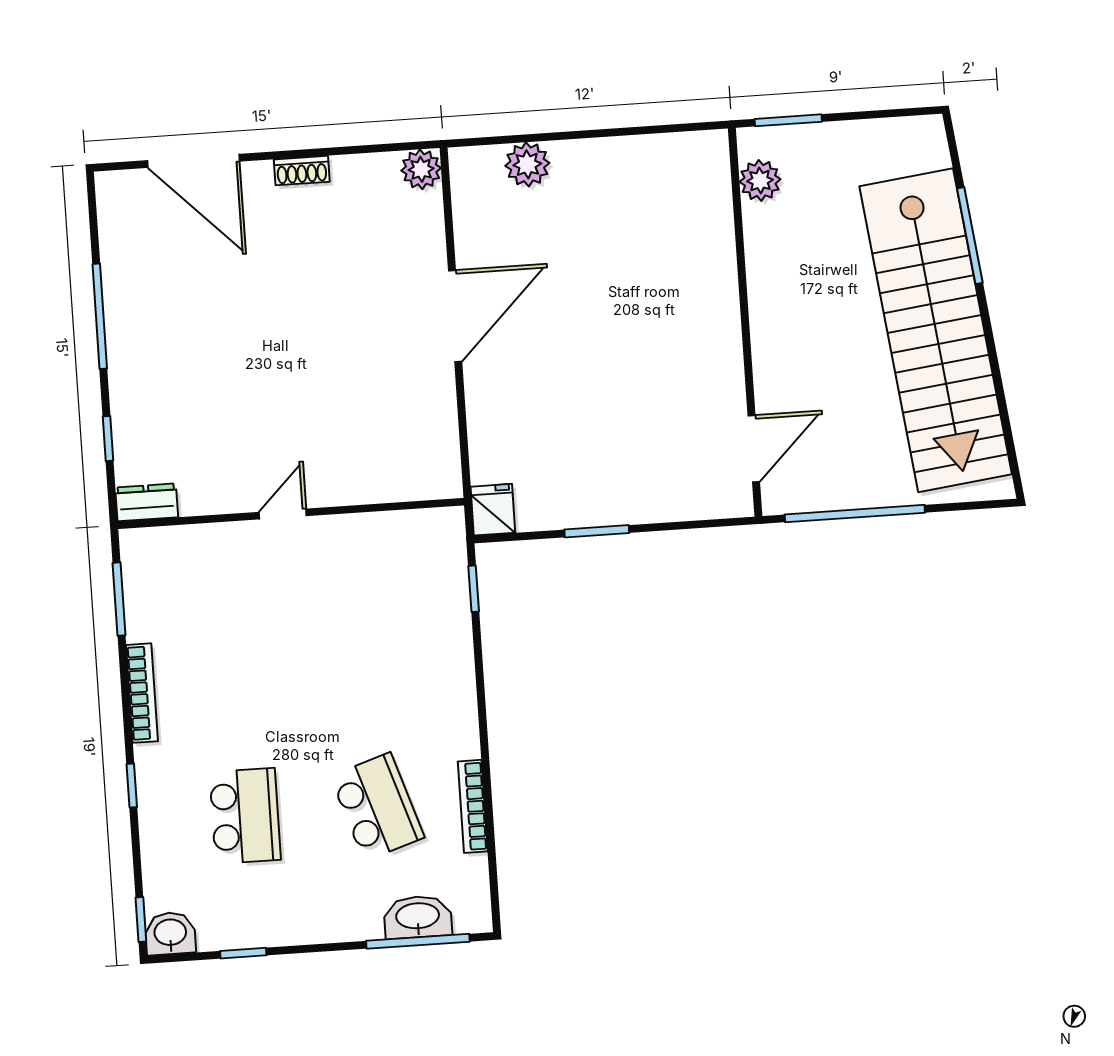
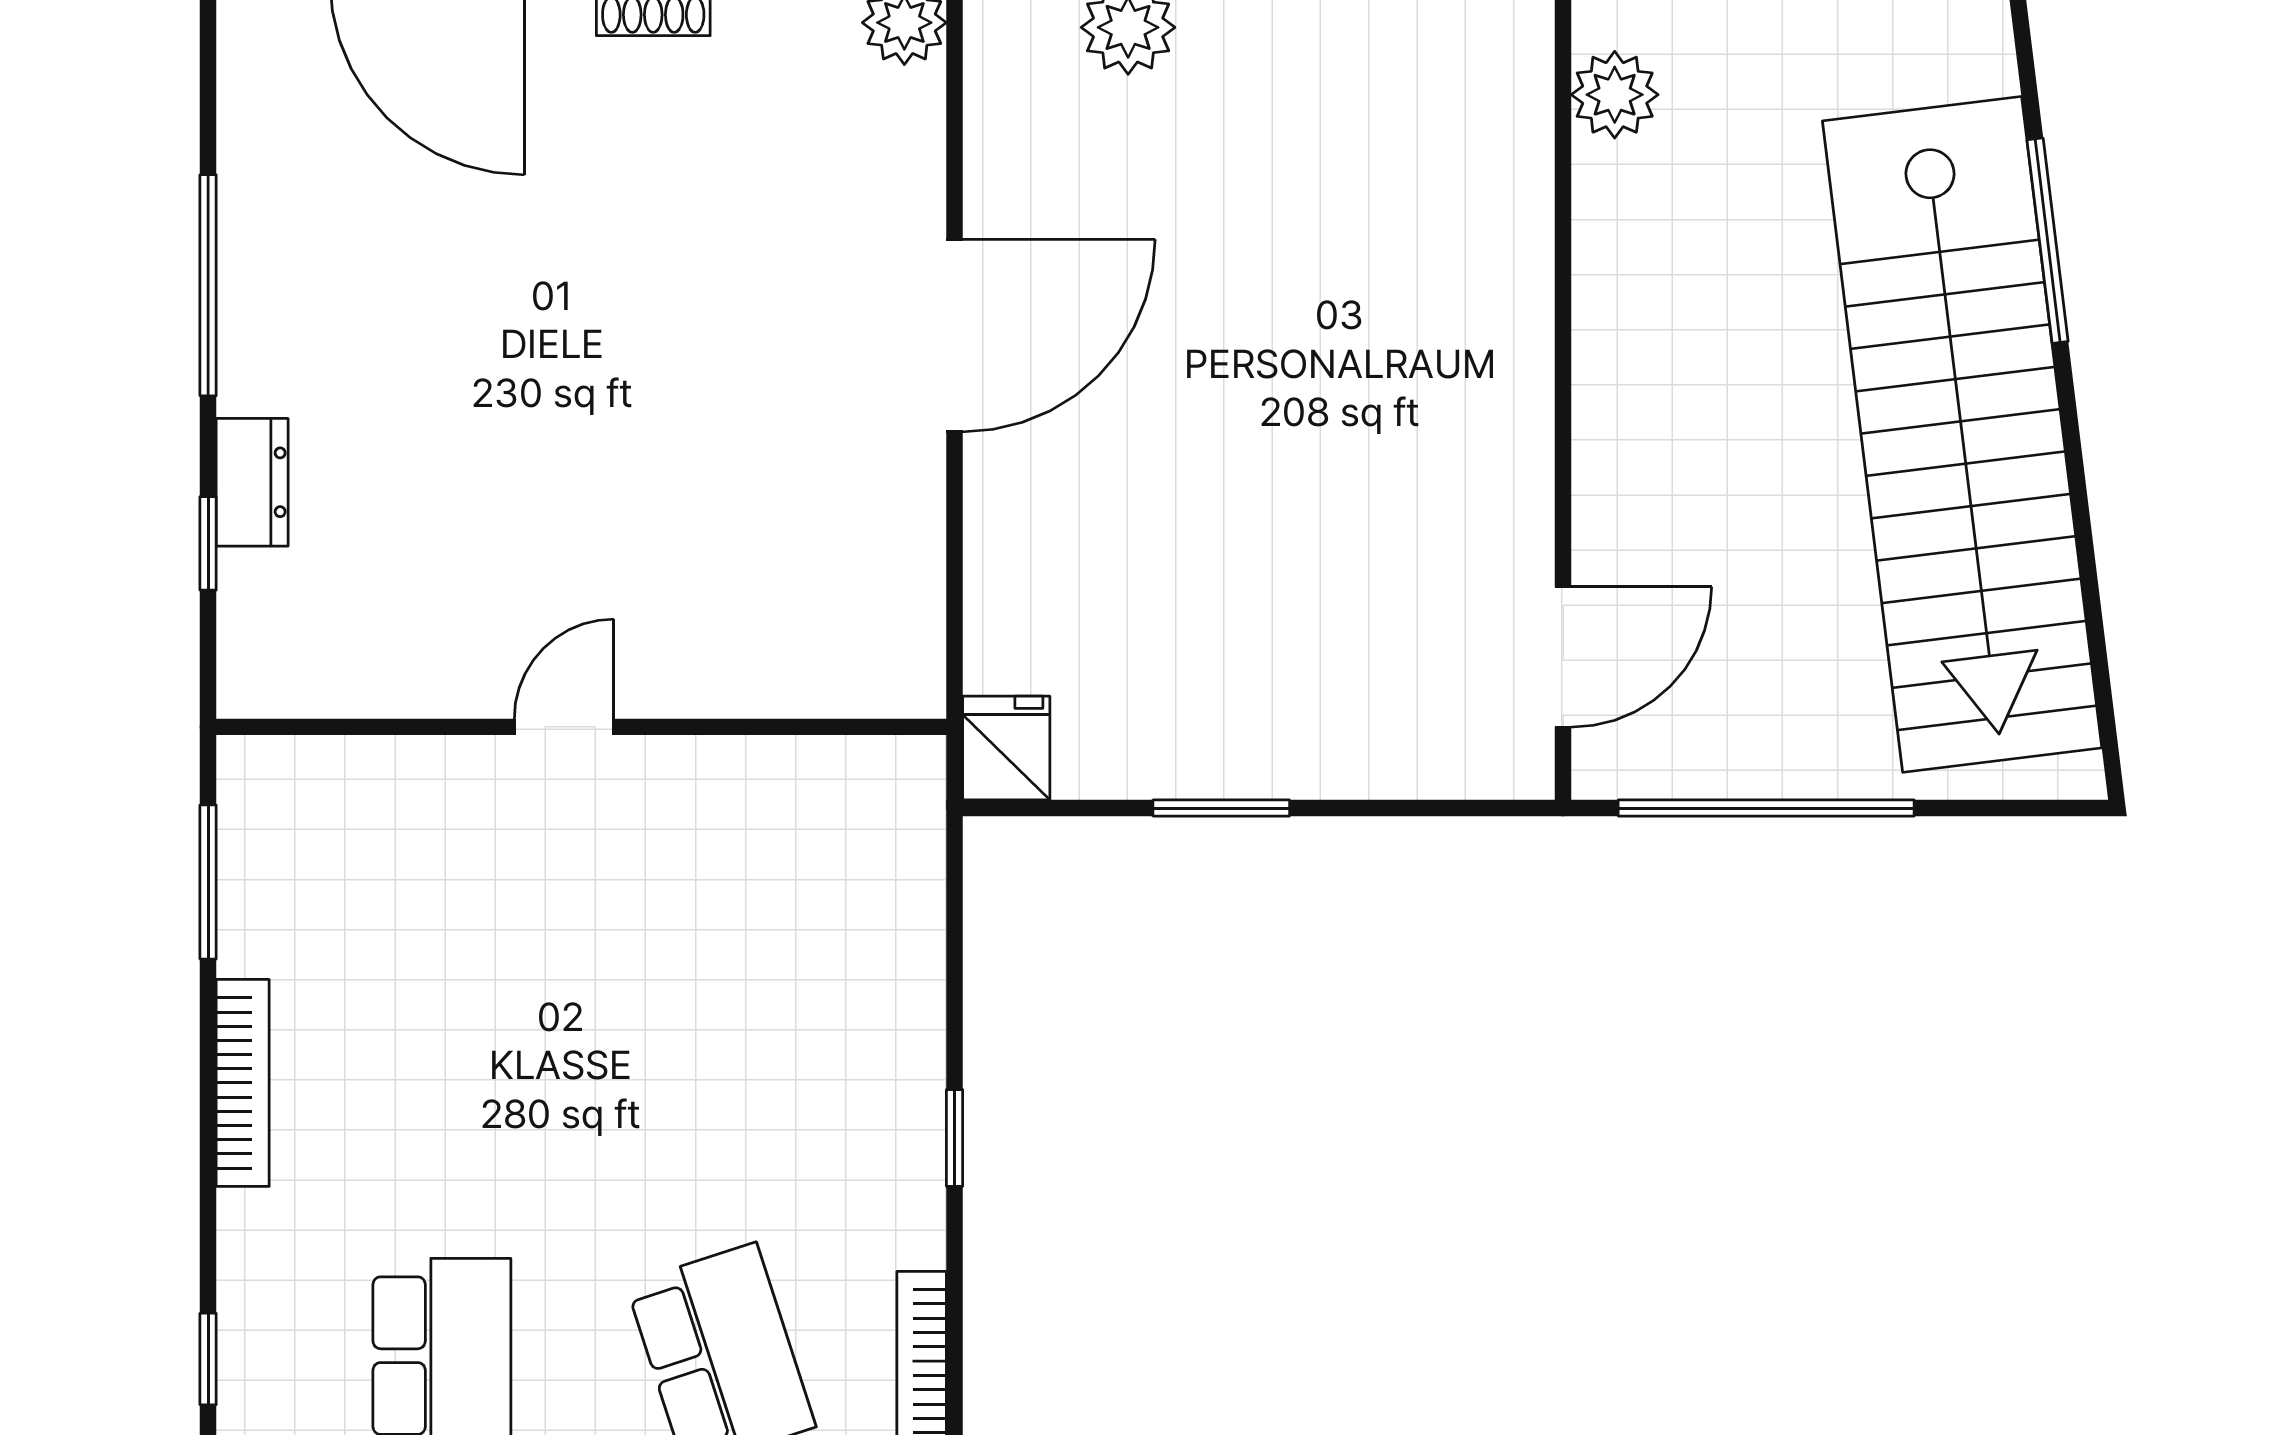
dresser: (147, 502) -> (252, 482), moved, turned 90
window: (474, 589) -> (955, 1138), moved
window: (132, 785) -> (208, 1359), moved

